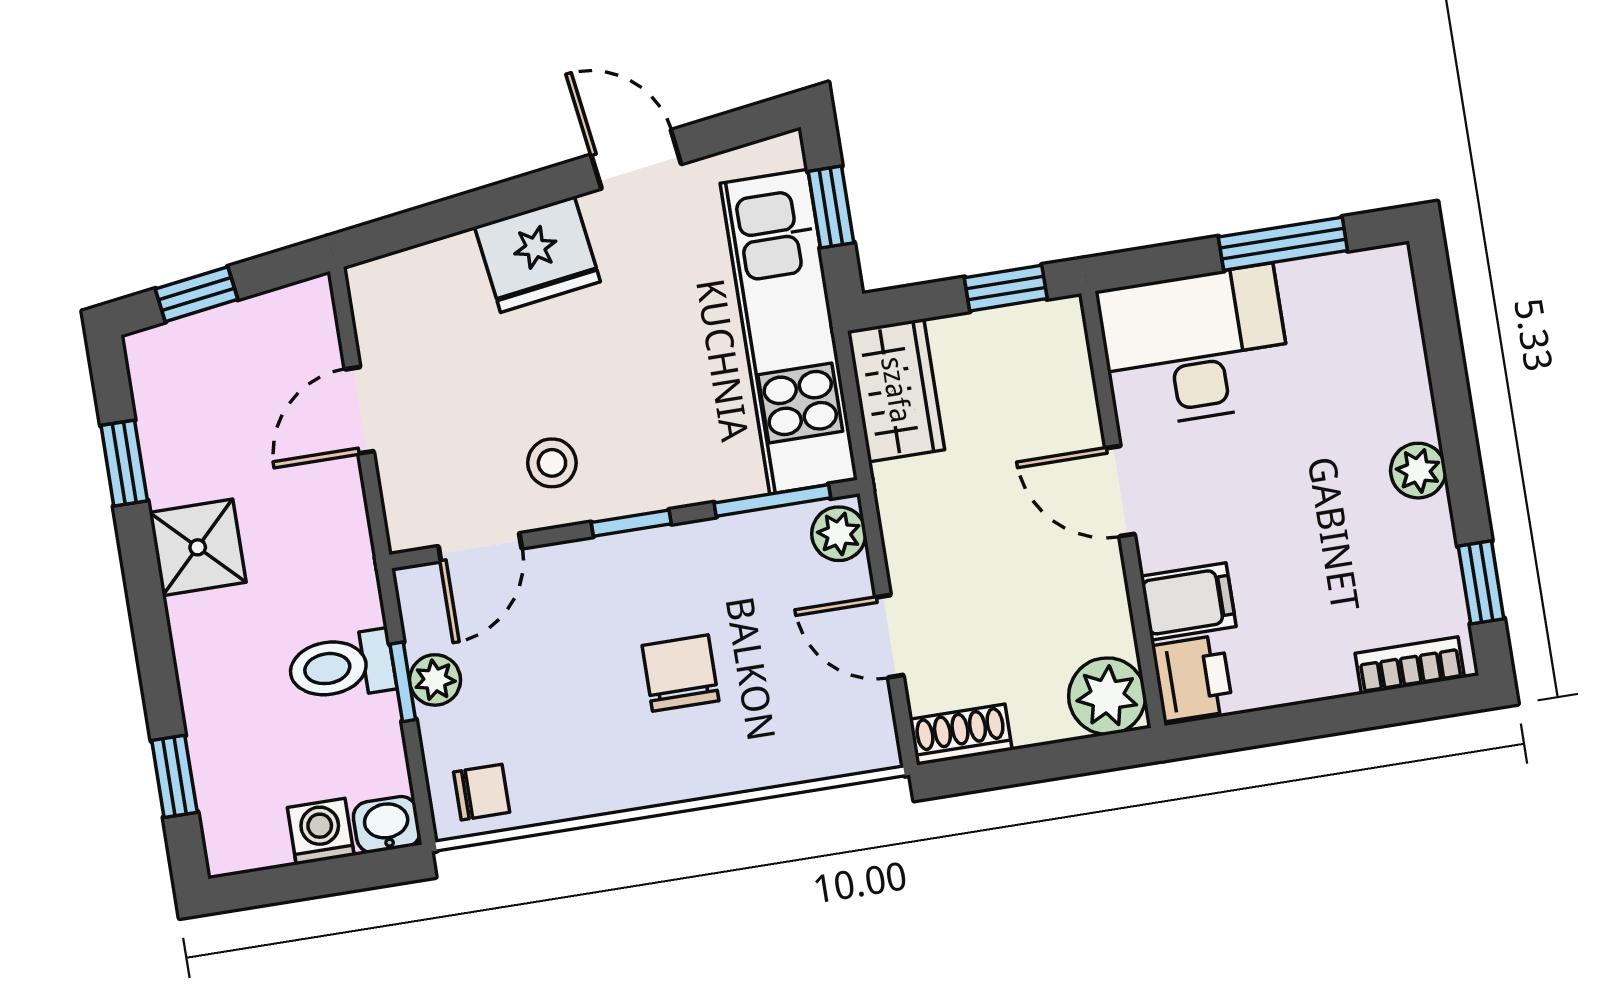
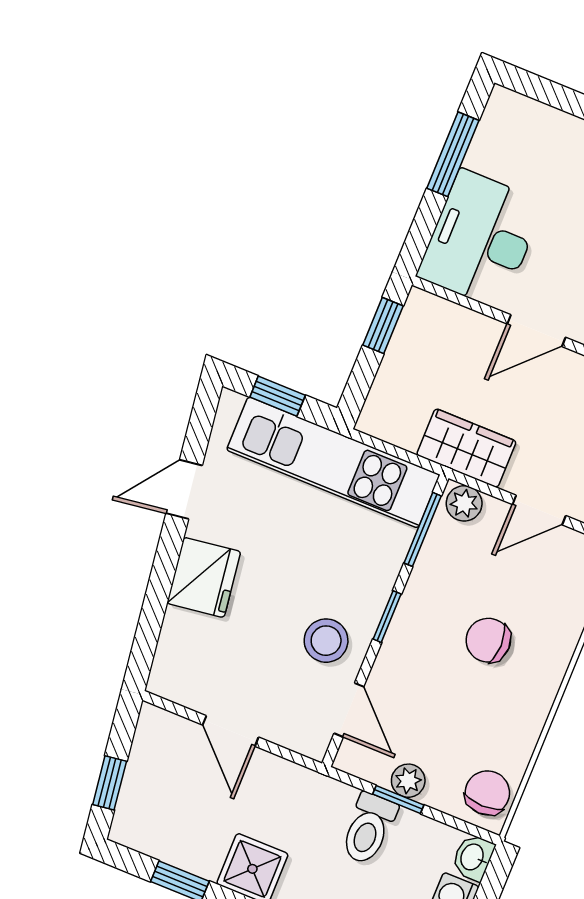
wardrobe: (896, 390) -> (466, 448), moved
stool: (552, 463) -> (326, 641), width x1.37, depth x1.37
chair: (482, 792) -> (487, 793), width x1.37, depth x1.37

